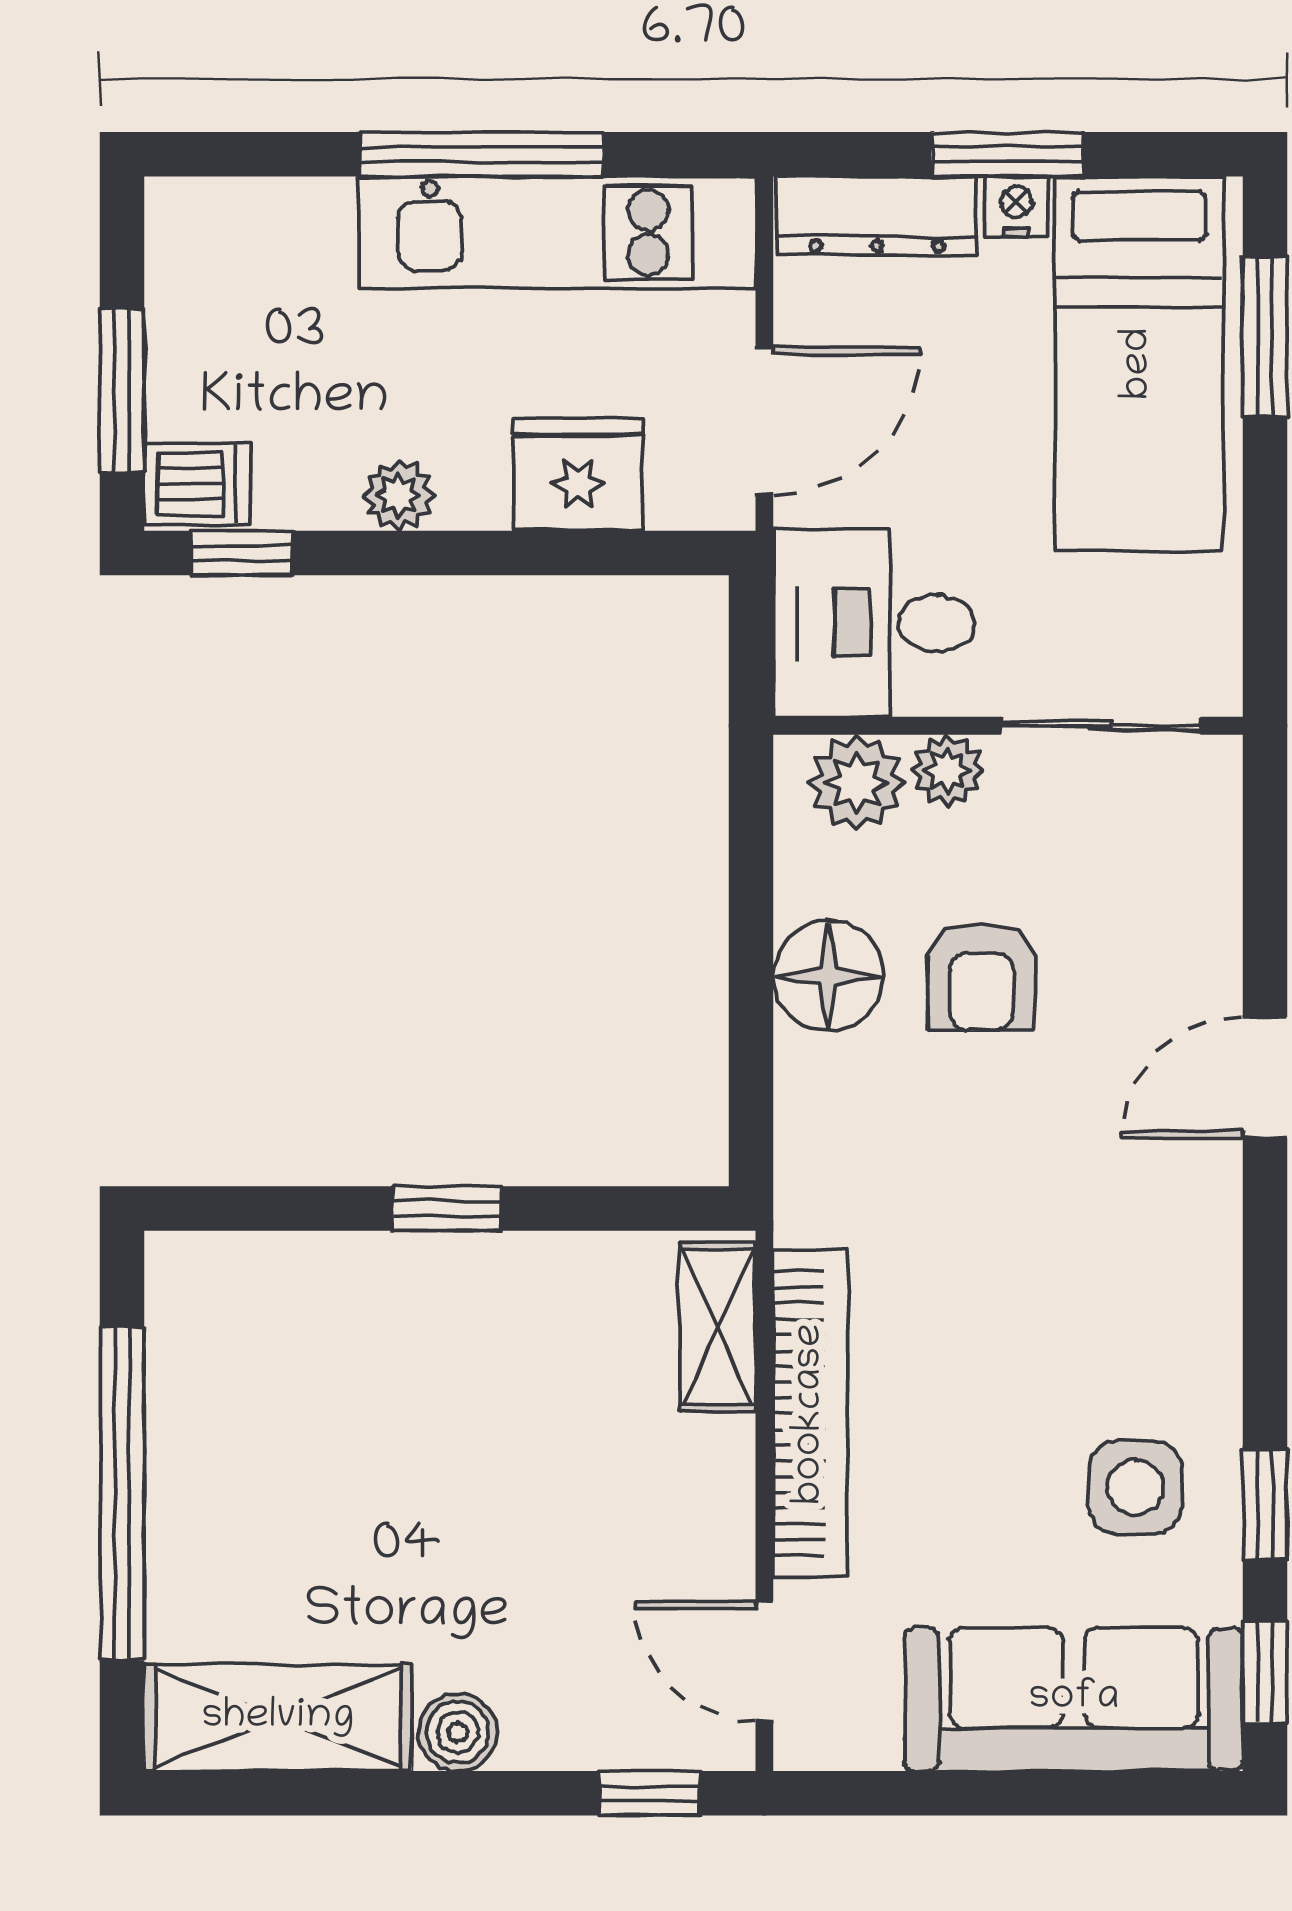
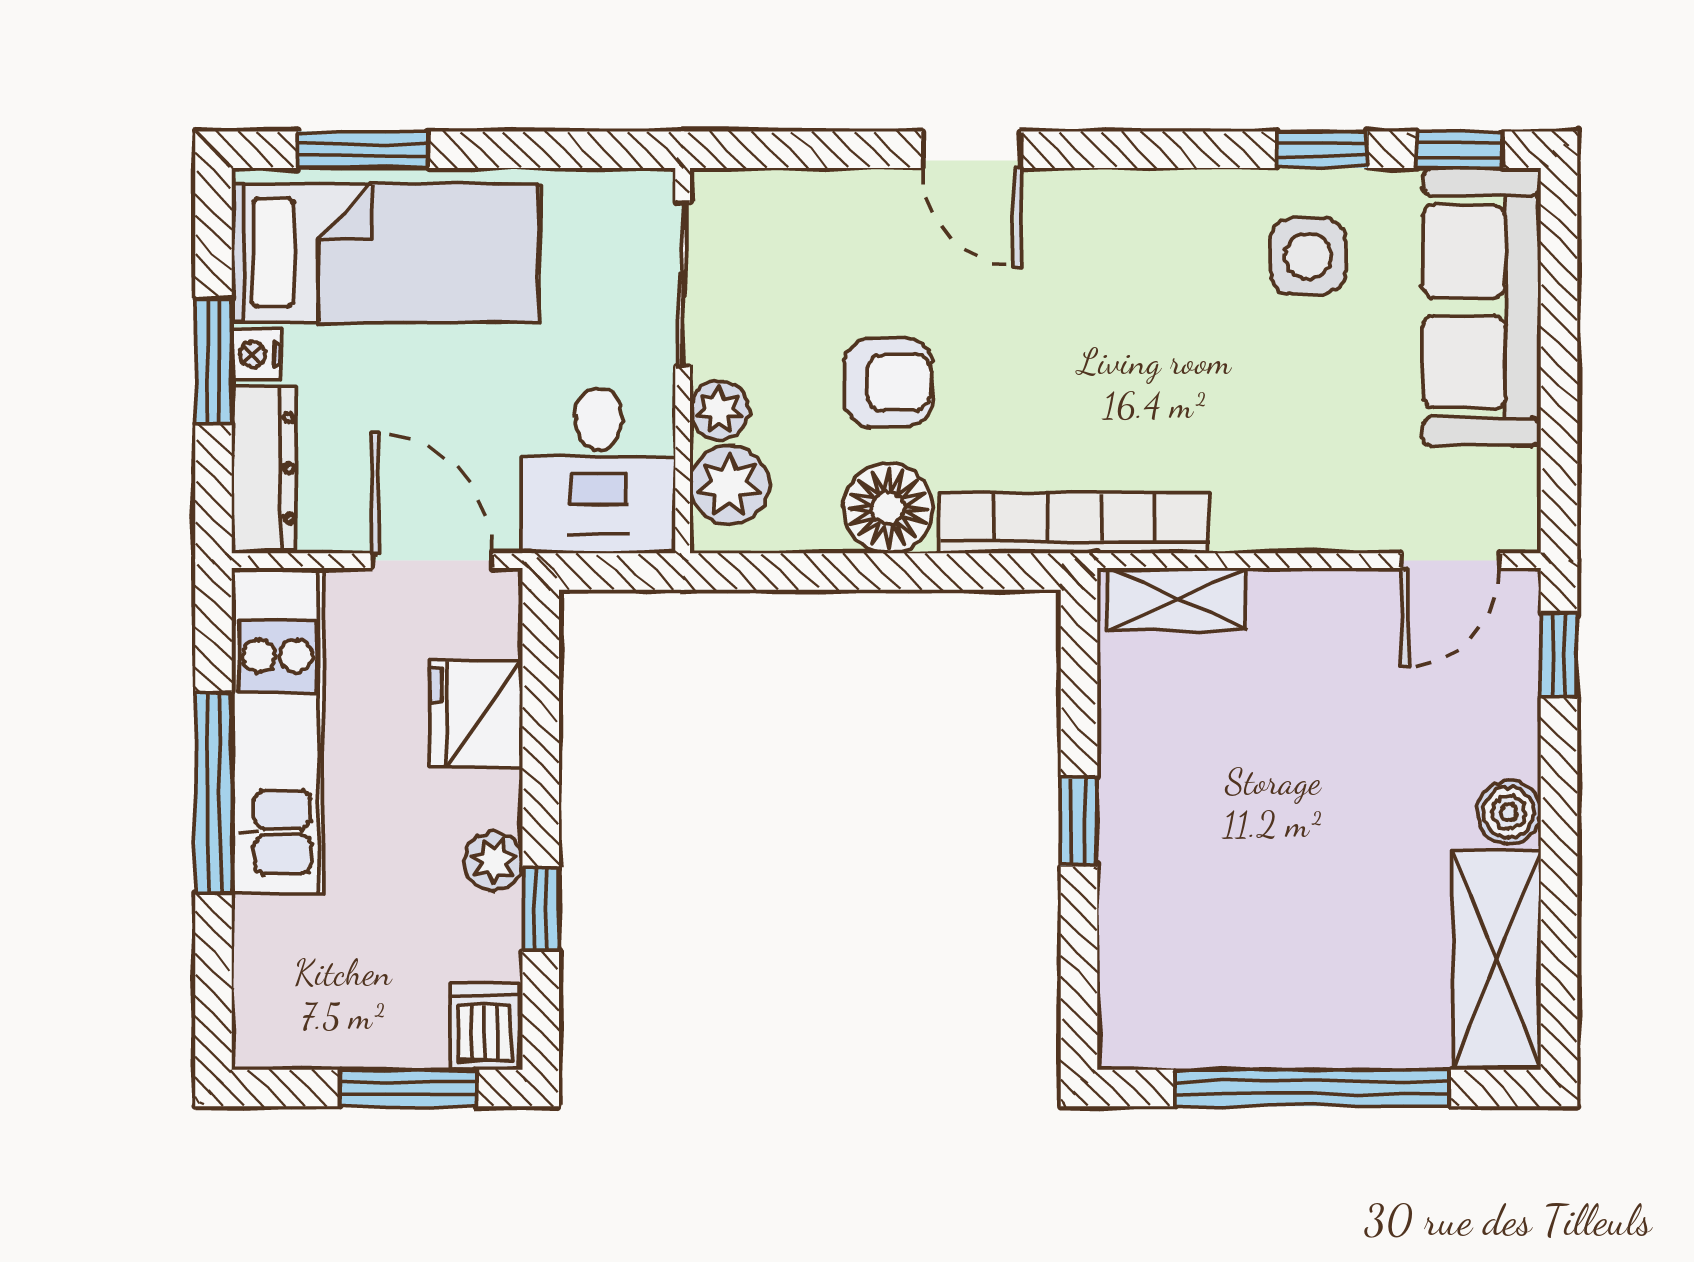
window: (242, 553) -> (541, 909), moved
bookcase: (811, 1414) -> (1074, 523), moved

